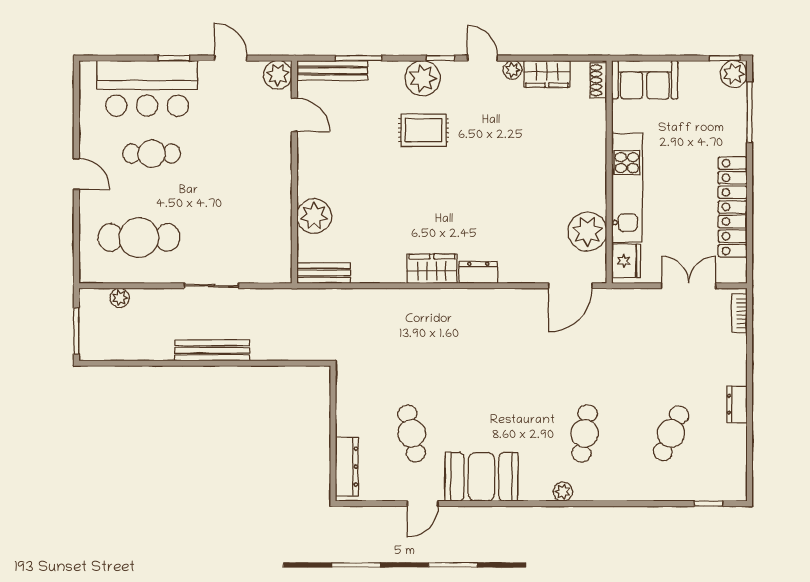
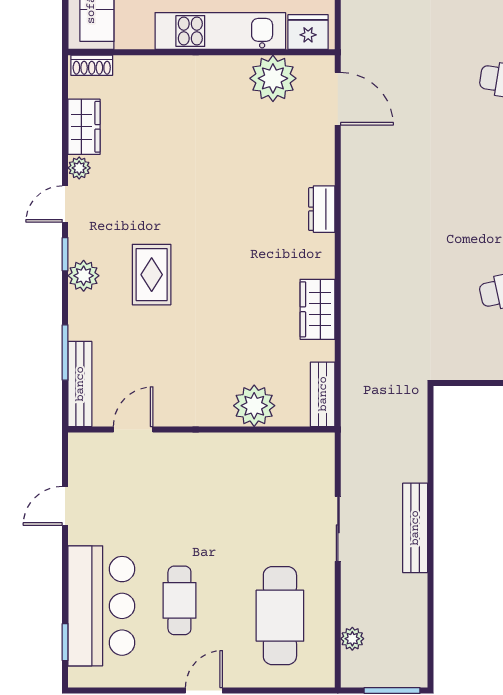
window: (174, 58) -> (65, 642), moved
plant: (278, 75) -> (85, 449), removed
plant: (423, 78) -> (84, 276), width x0.73, depth x0.73
wardrobe: (432, 269) -> (317, 309), moved

